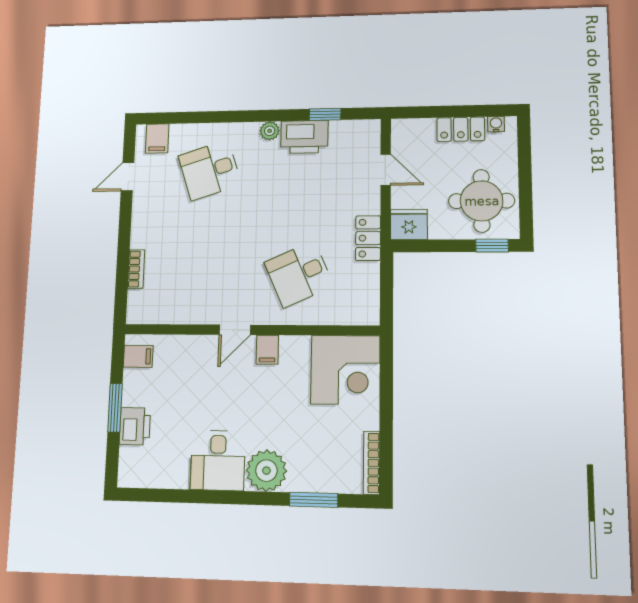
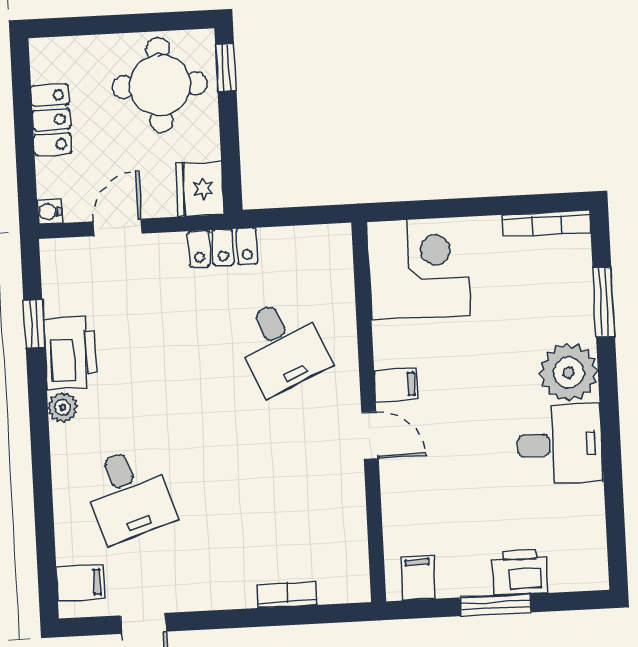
water cooler: (496, 124) -> (49, 212), moved

